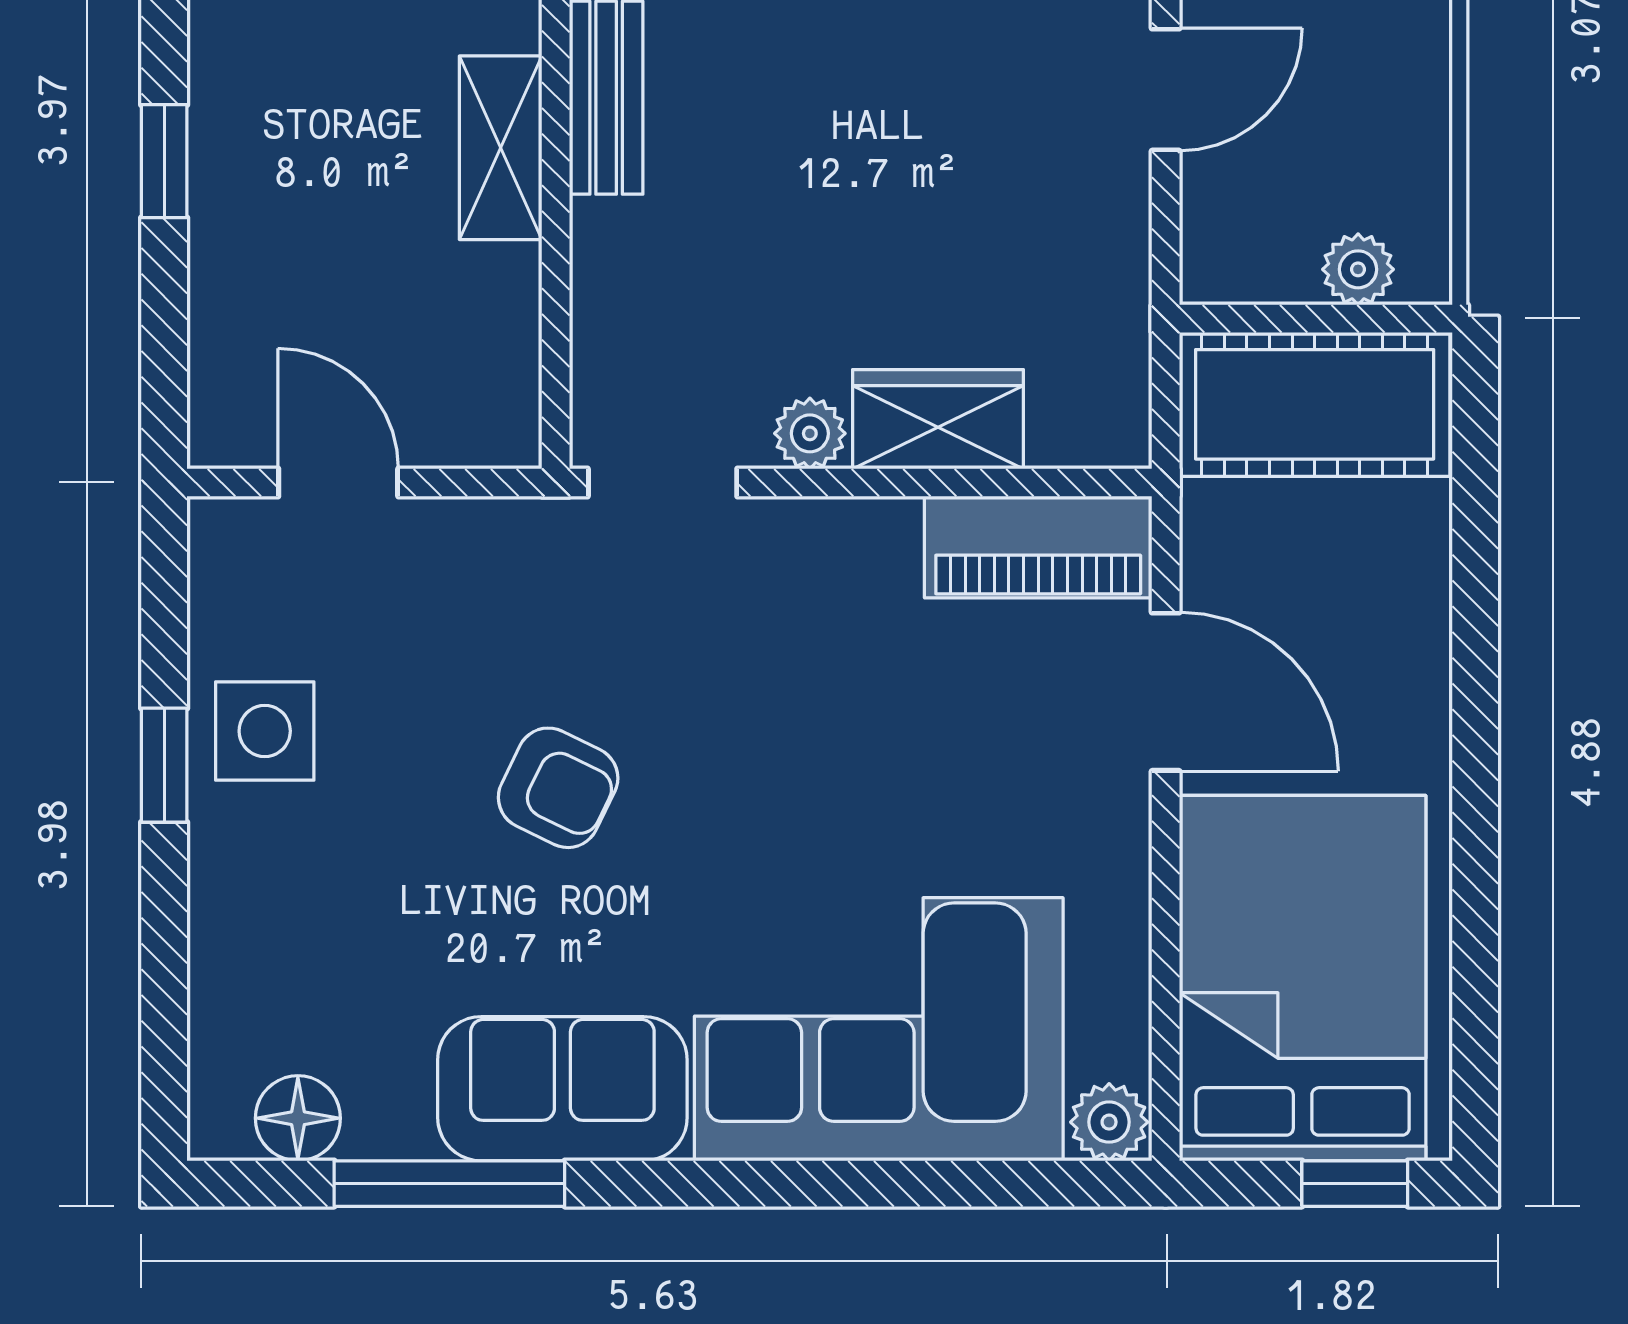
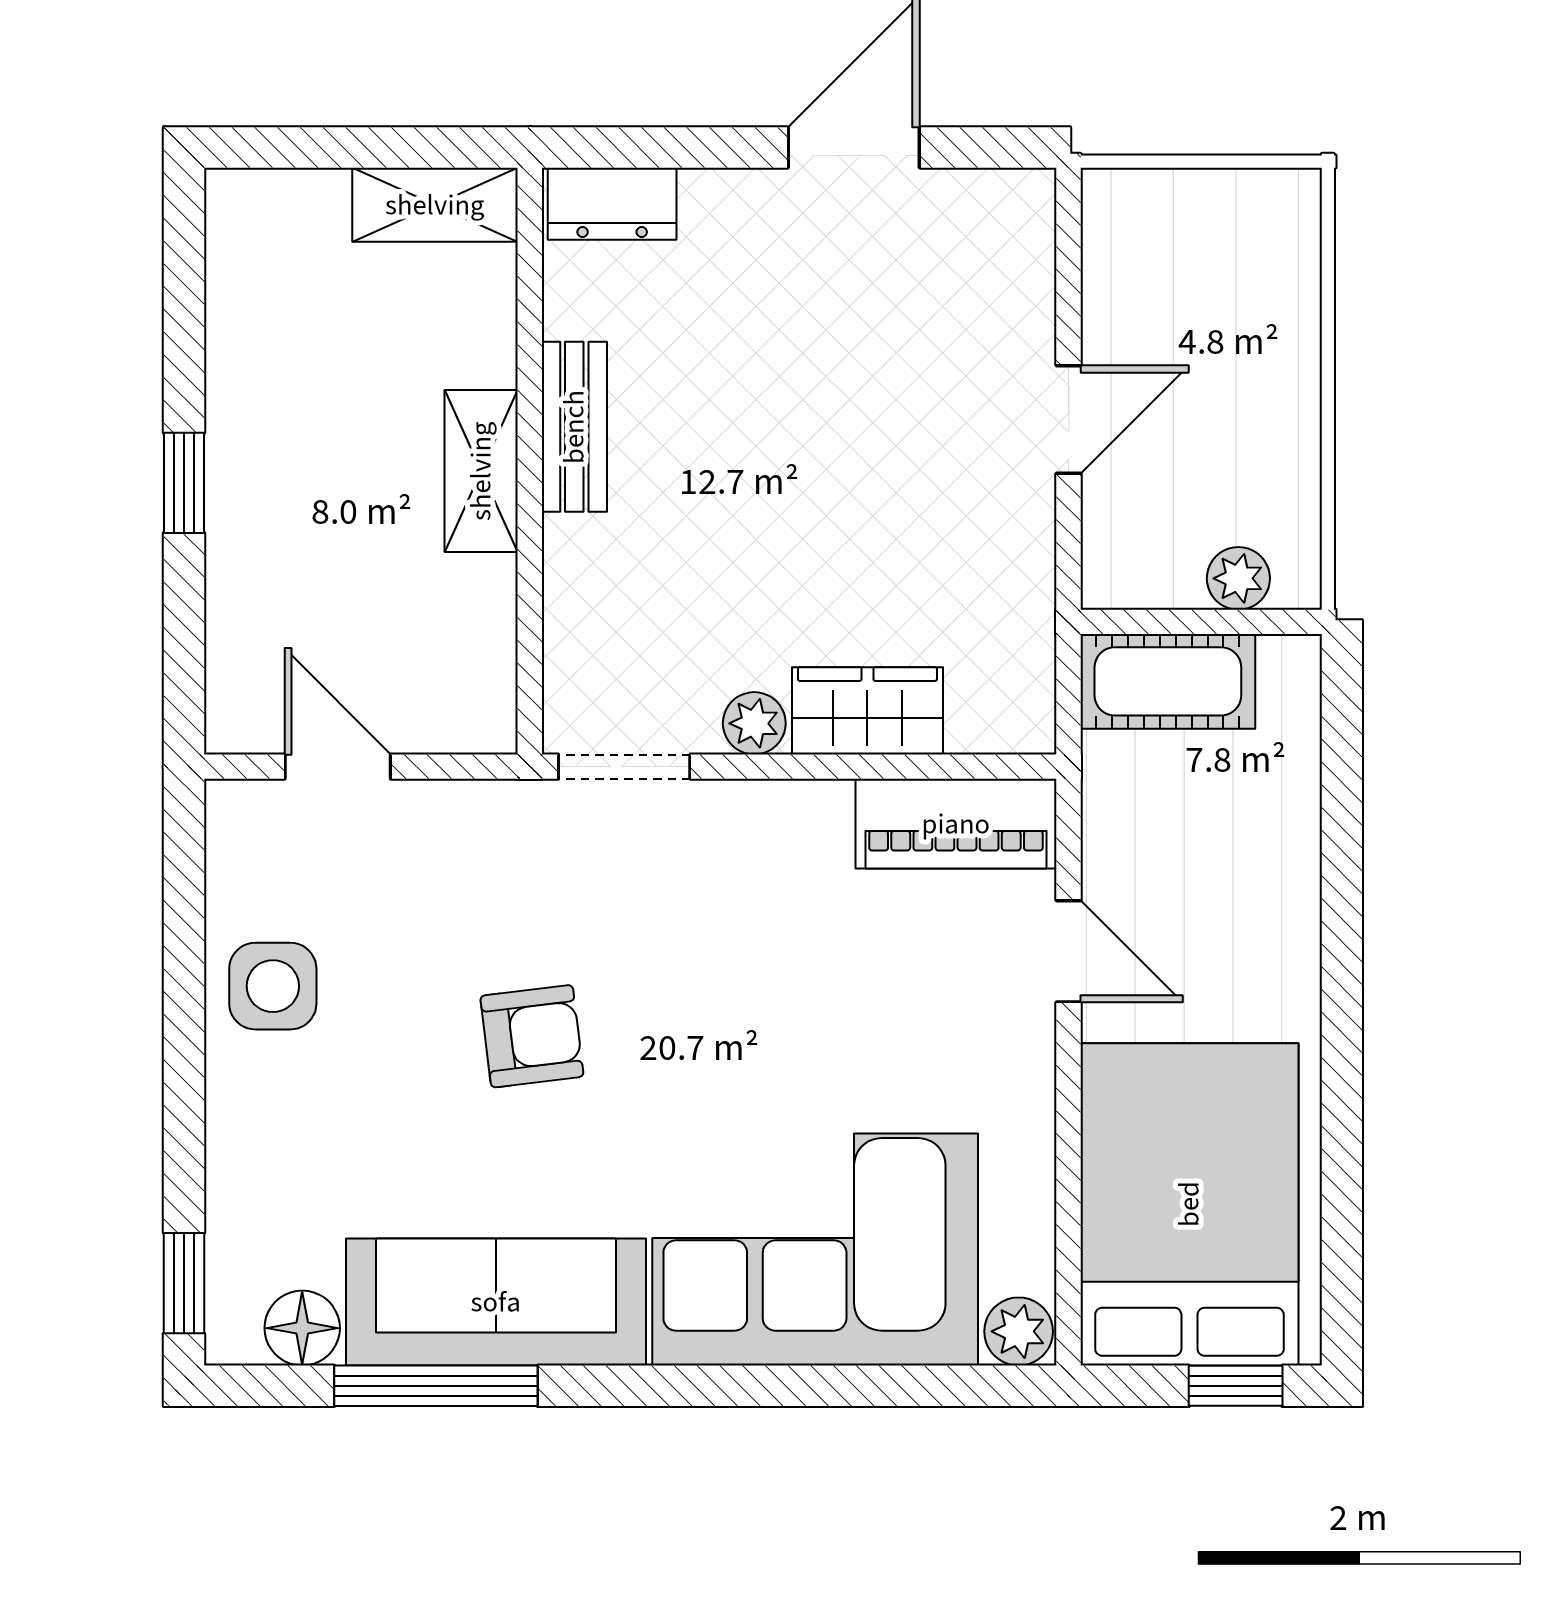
cot: (1315, 404) -> (1168, 681), width x0.73, depth x0.75
door: (1166, 692) -> (1069, 951), width x0.73
window: (164, 765) -> (184, 1283), moved
armchair: (558, 788) -> (532, 1036), turned -33
sofa: (562, 1089) -> (496, 1302), width x1.36

